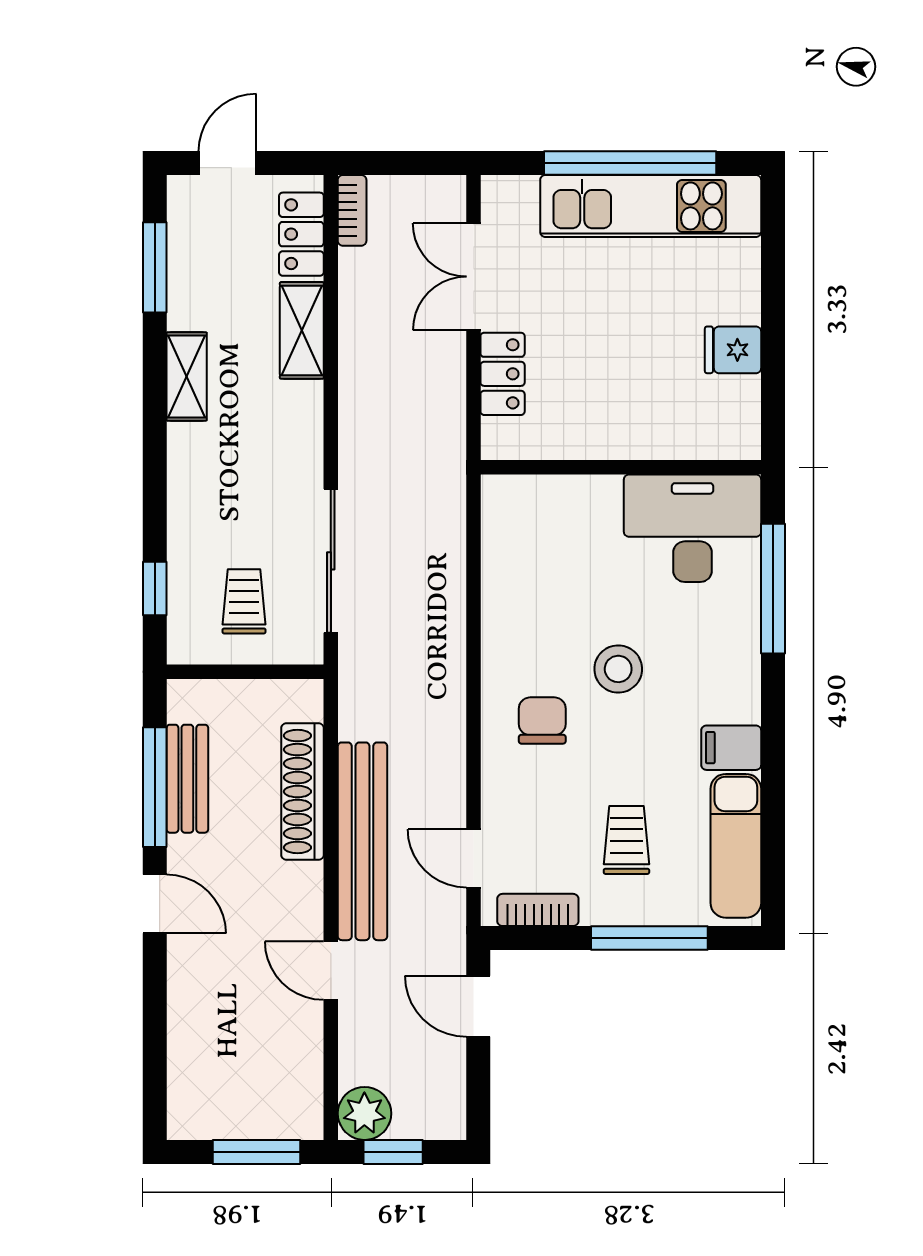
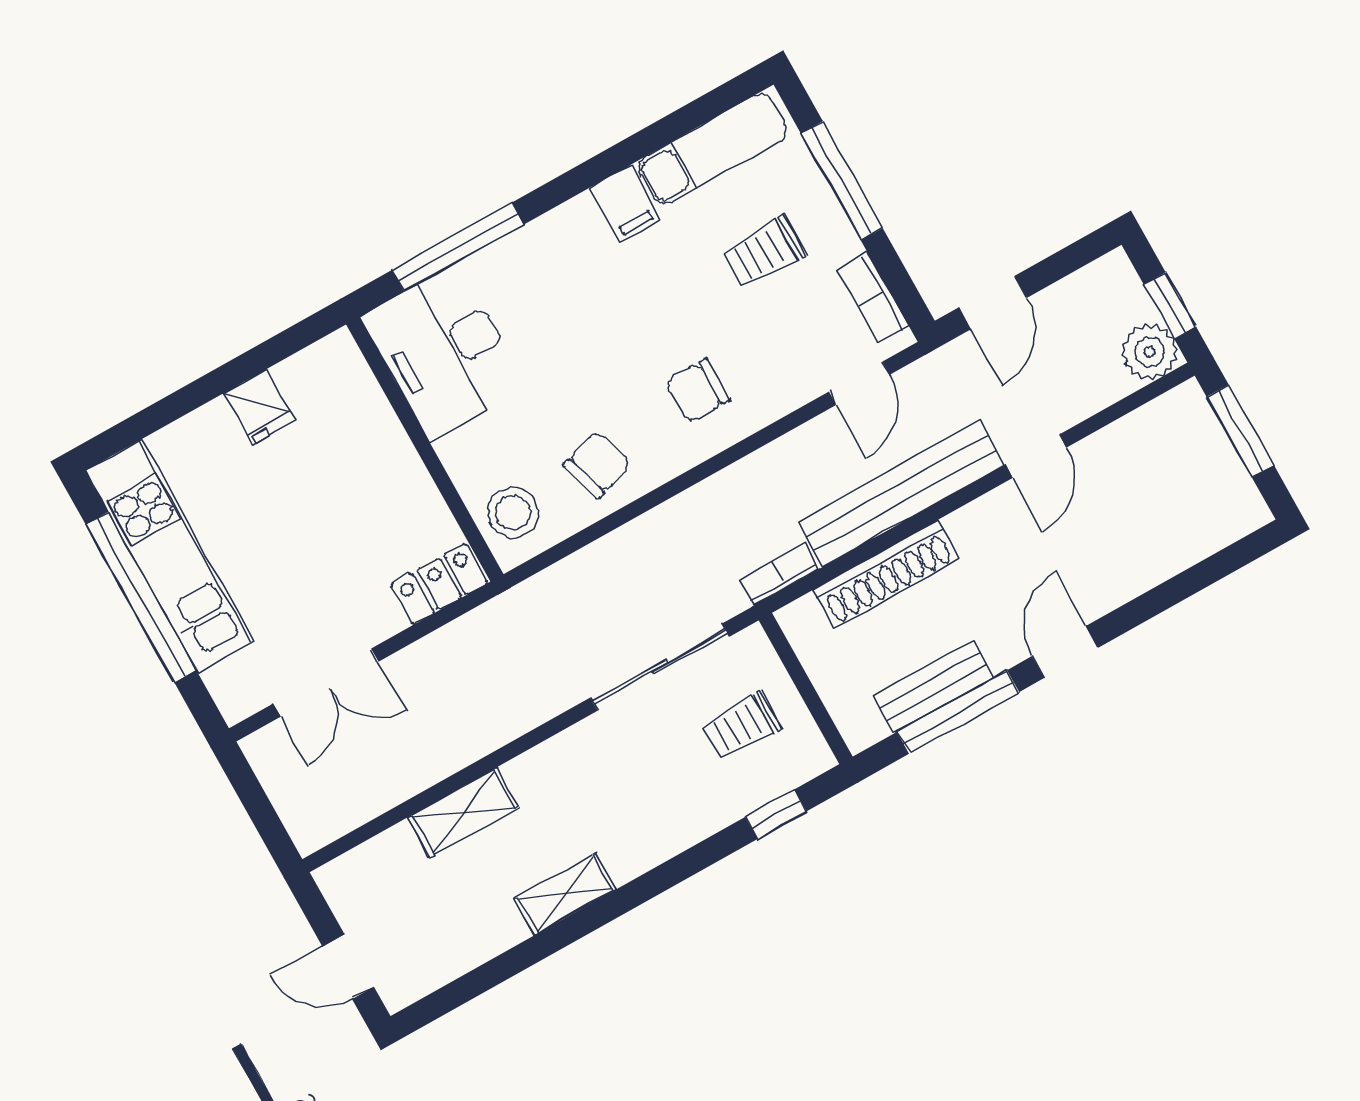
bookcase: (352, 210) -> (779, 574), moved
locker: (301, 234) -> (375, 862), removed
window: (155, 267) -> (481, 980), removed
locker: (503, 374) -> (439, 584), moved
chair: (528, 603) -> (597, 465), added
stool: (618, 669) -> (513, 513), moved

